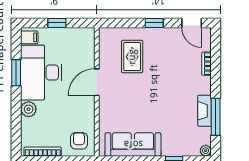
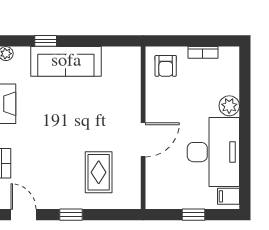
window: (16, 73) -> (245, 152), removed
sofa: (133, 144) -> (66, 61), moved
bookcase: (43, 152) -> (203, 52), width x0.64

